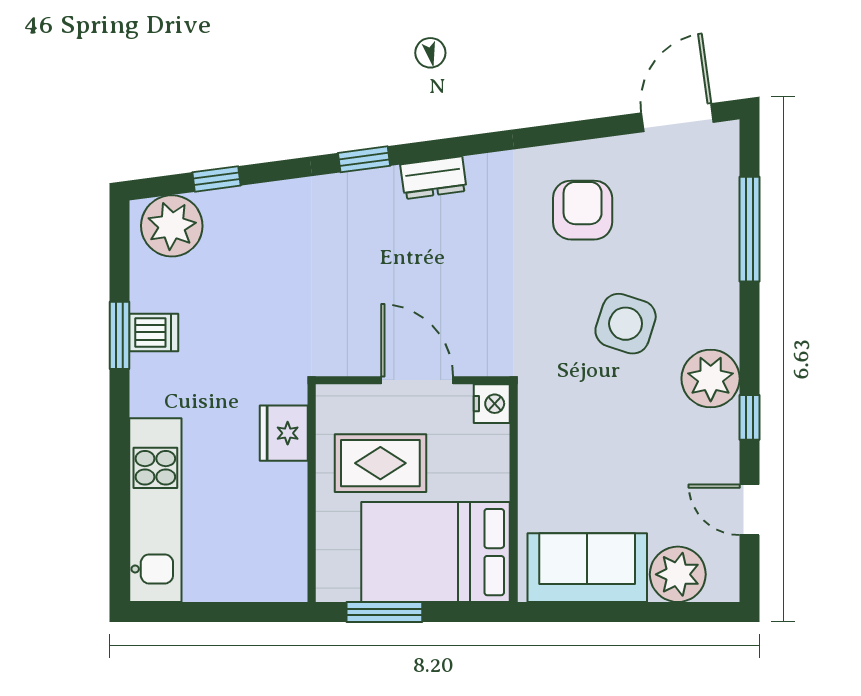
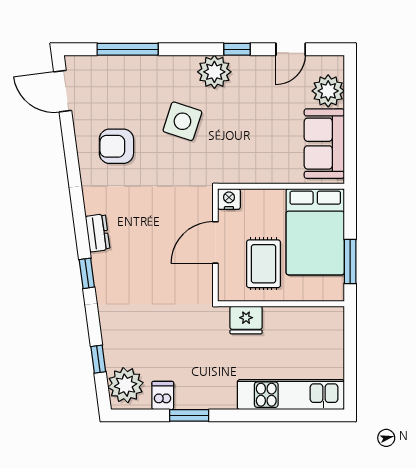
dishwasher: (154, 332) -> (163, 396), moved

